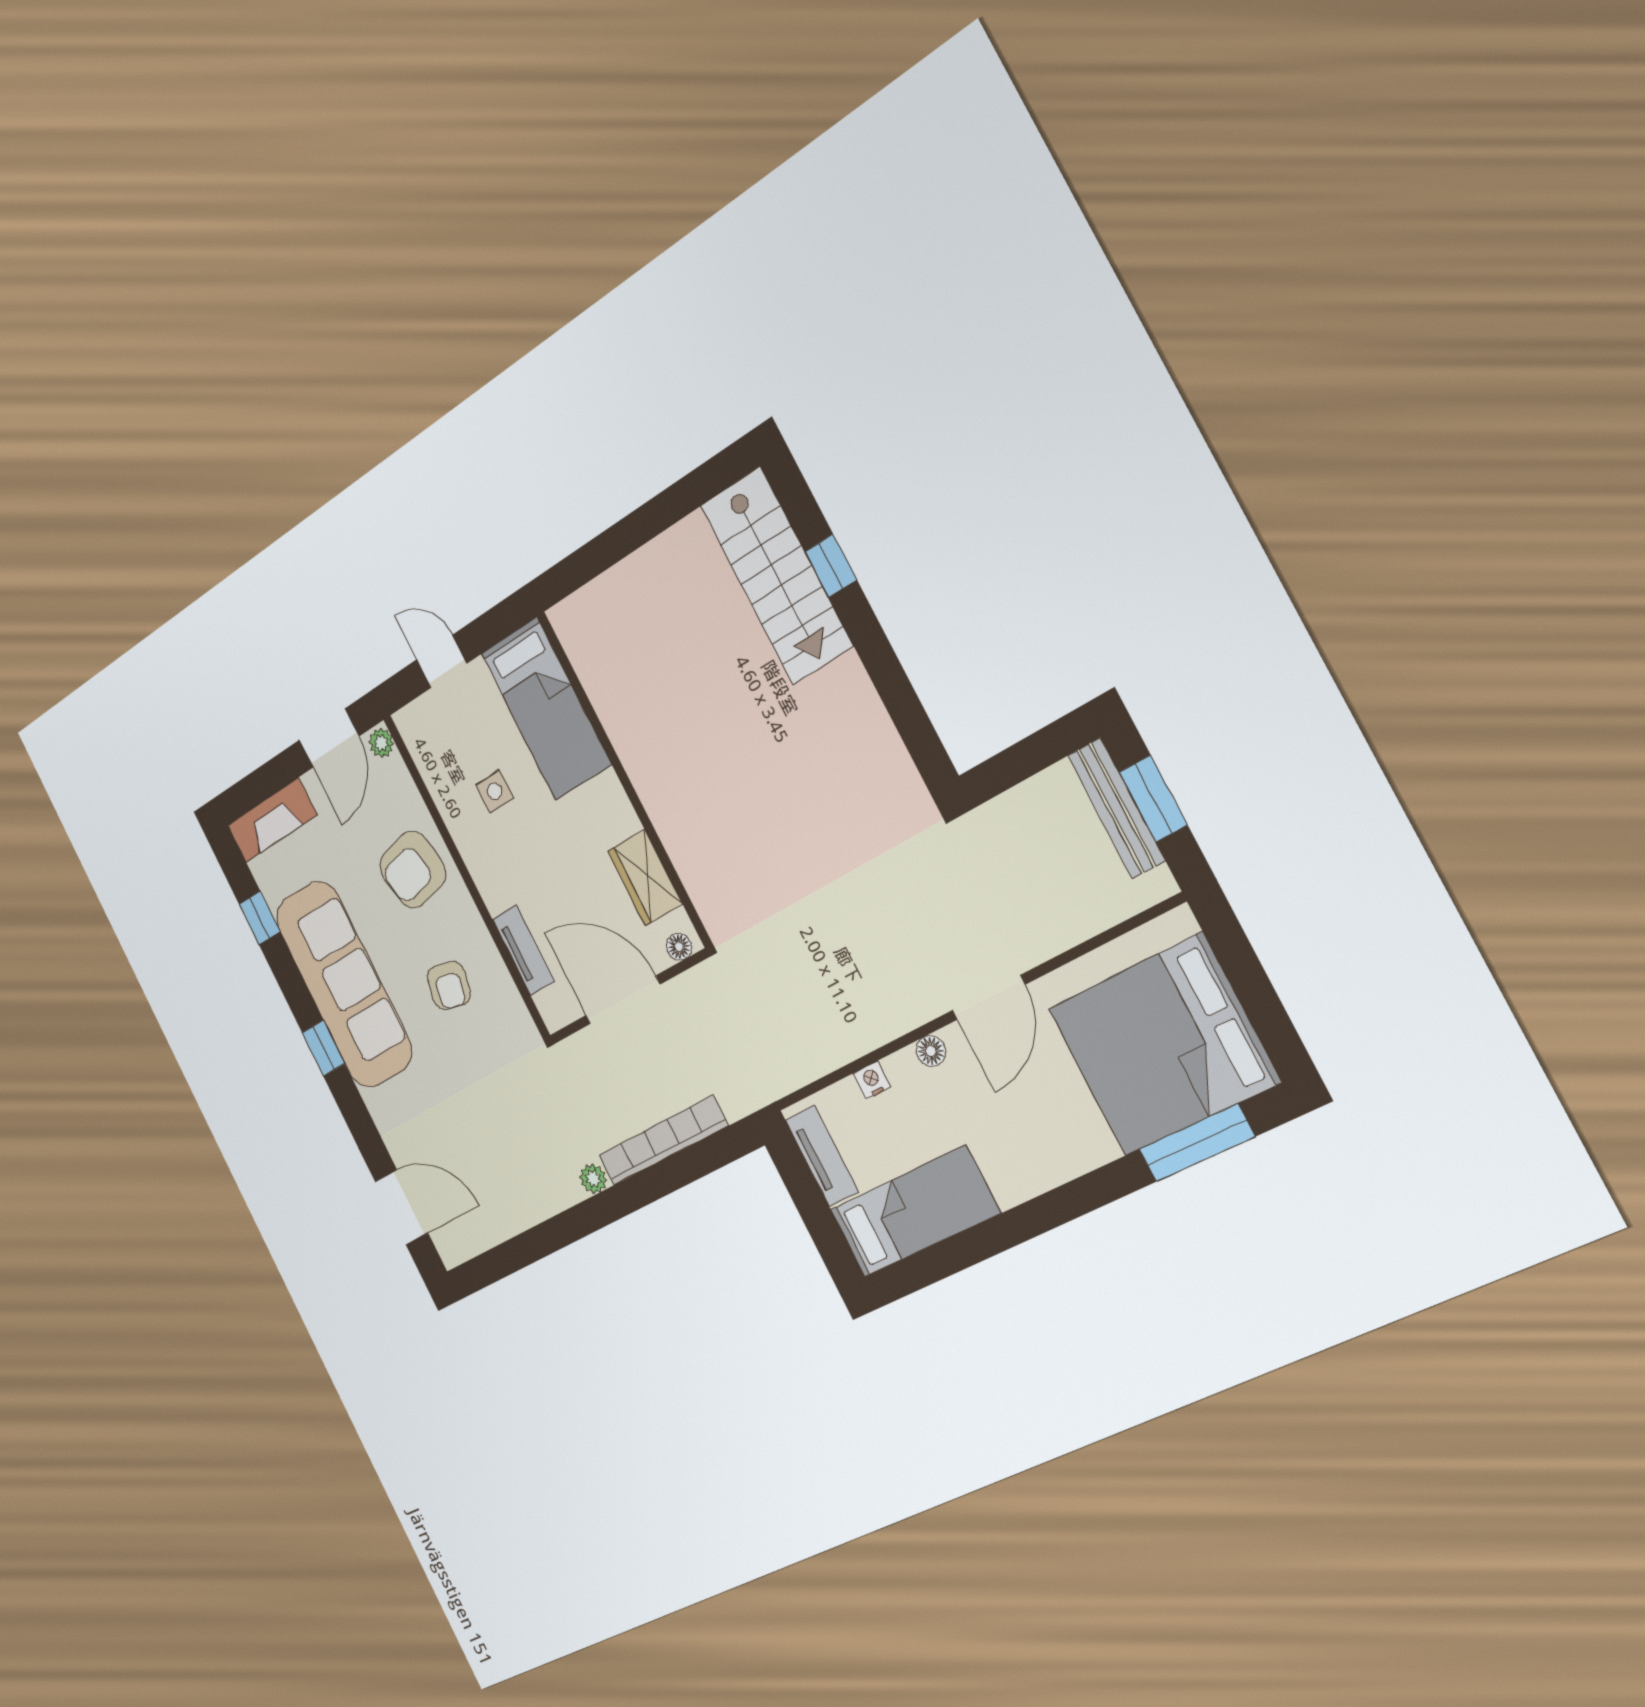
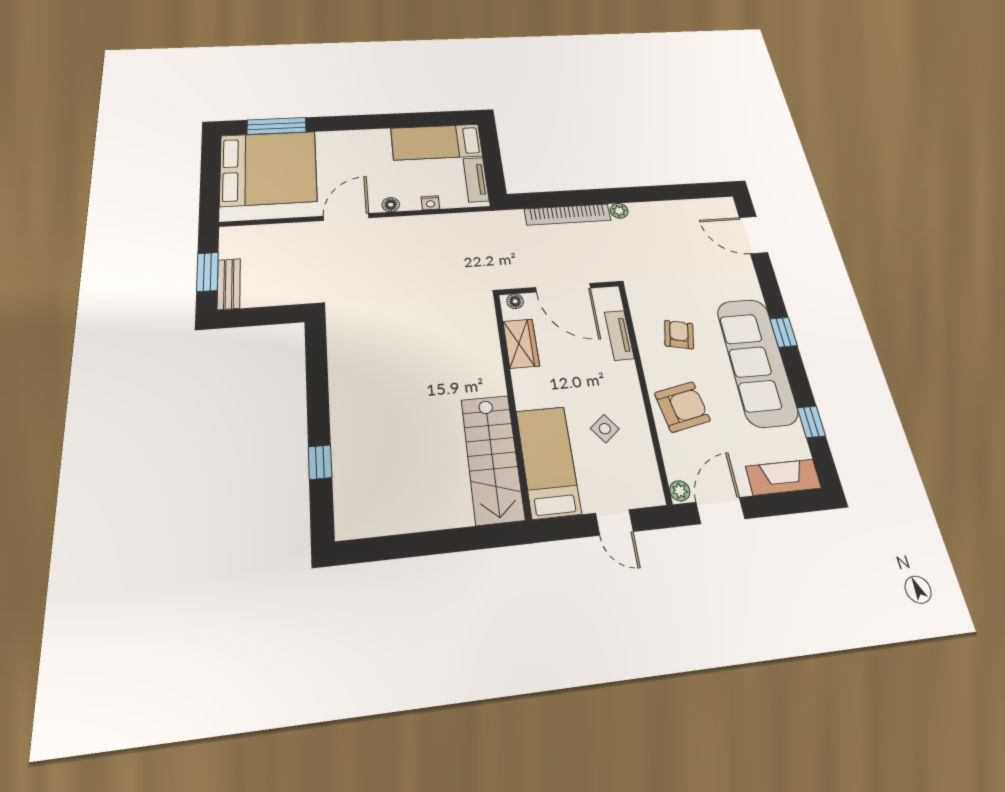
stairs: (777, 576) -> (492, 459), moved, turned 180
side table: (495, 791) -> (605, 429), turned -38
bench: (1116, 808) -> (229, 284), width x0.73

